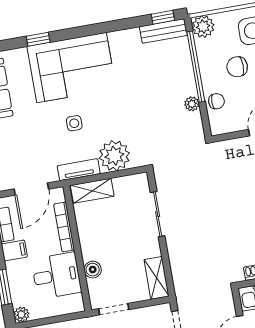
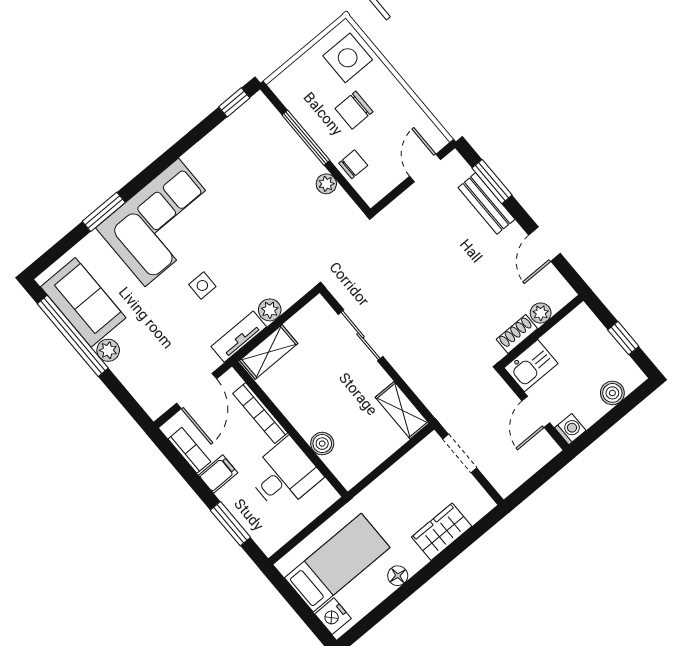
plant: (203, 26) -> (287, 86), removed
bench: (163, 31) -> (244, 118), removed
window: (38, 39) -> (104, 212), width x1.50
window: (196, 67) -> (306, 138), width x0.68
plant: (114, 156) -> (270, 310), width x0.53, depth x0.53
doorway: (114, 309) -> (373, 475), removed
plant: (21, 314) -> (269, 544), removed

